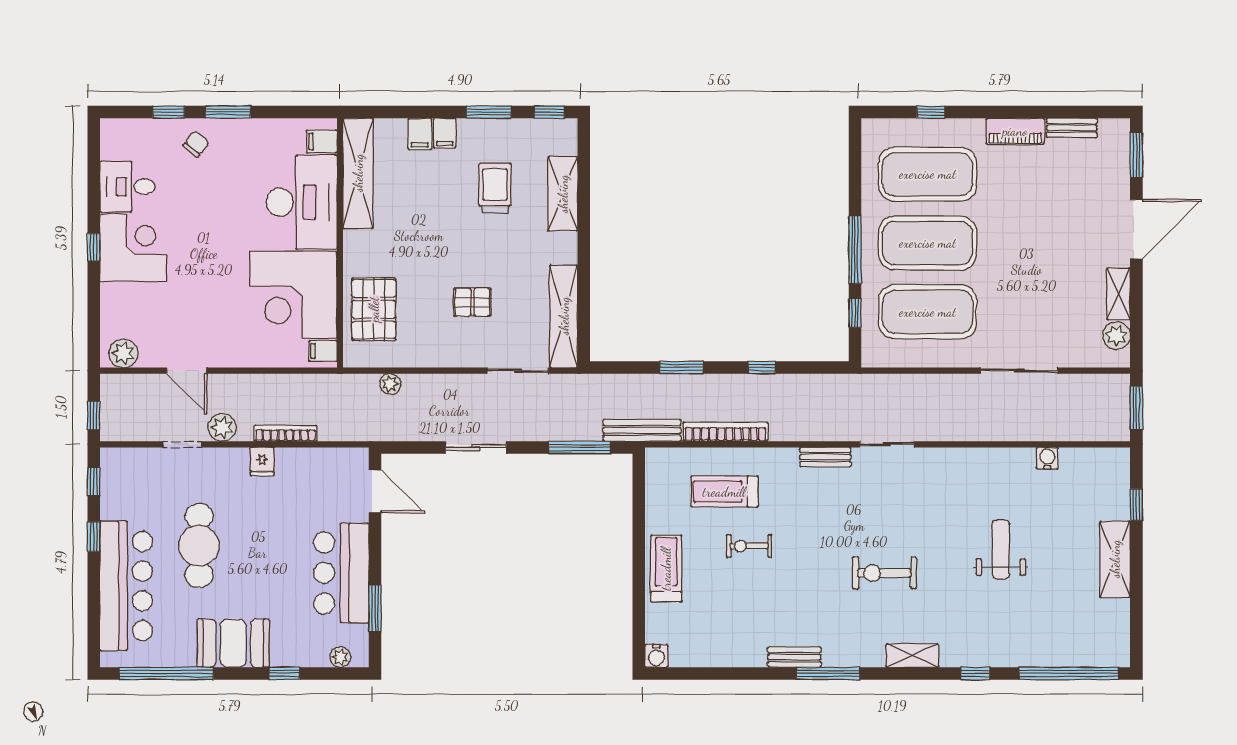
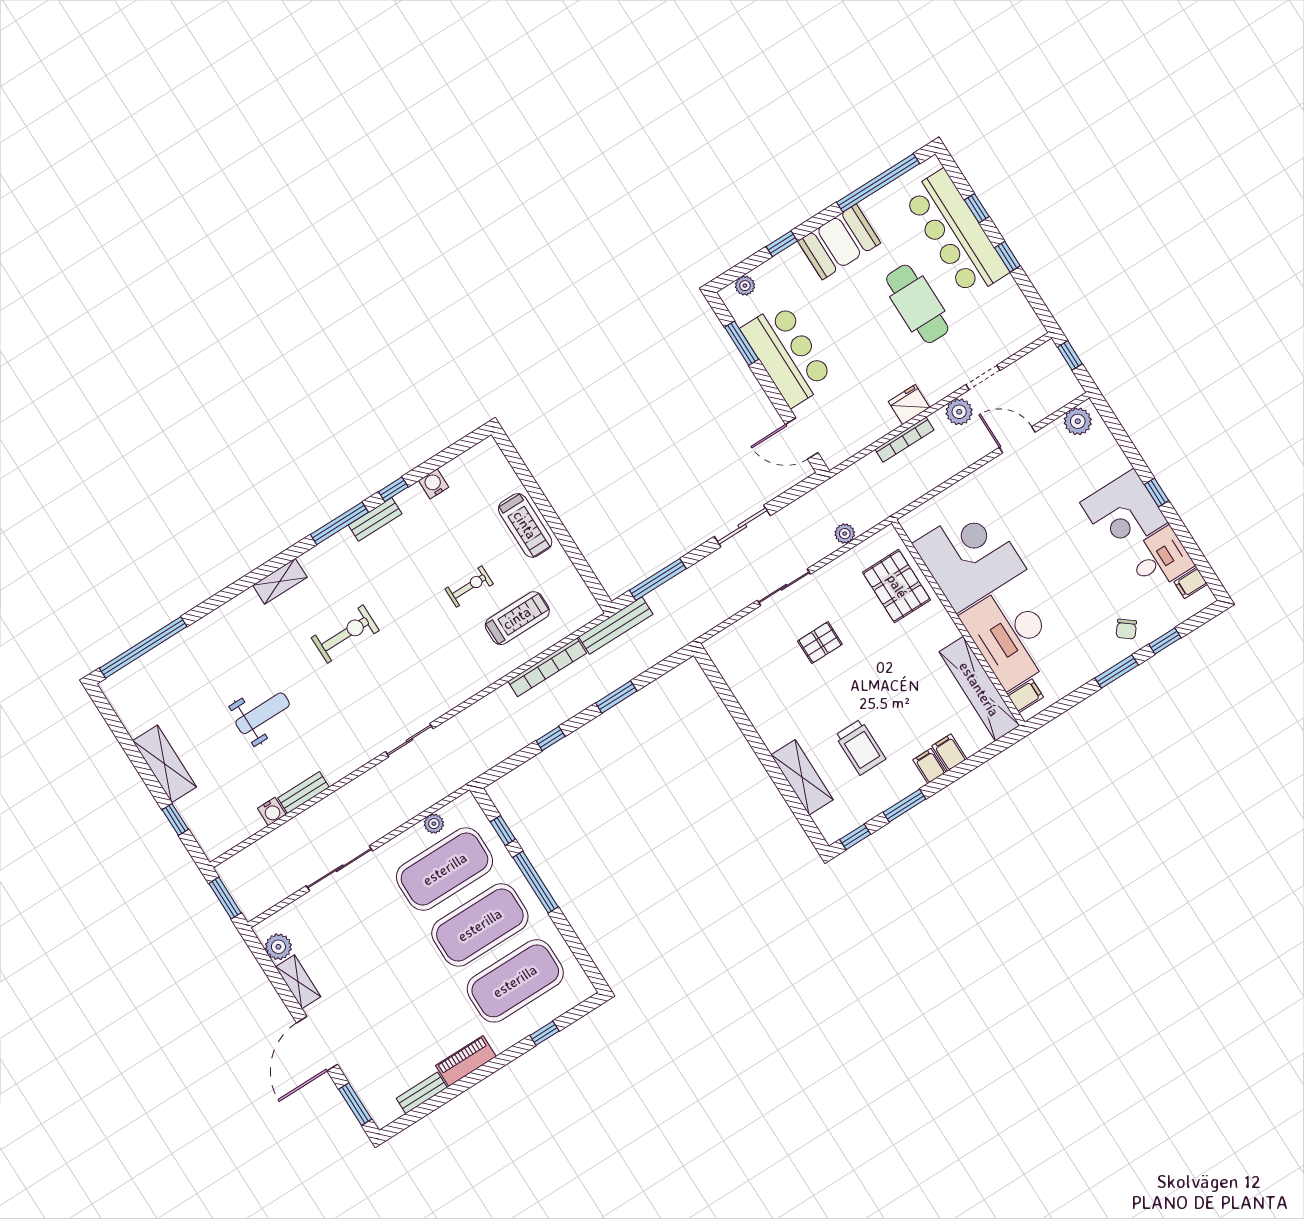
shelving: (564, 316) -> (738, 678), removed
filing cabinet: (323, 351) -> (1191, 583), moved, turned 180
plant: (912, 357) -> (434, 824), added
sliding door: (518, 371) -> (784, 587), moved
bench: (825, 457) -> (304, 793), moved
fridge: (262, 462) -> (909, 405), width x1.38
window: (94, 482) -> (977, 208), moved
weight bench: (1001, 549) -> (263, 713), turned -90
water cooler: (656, 656) -> (434, 484), moved
window: (975, 673) -> (393, 489), moved

